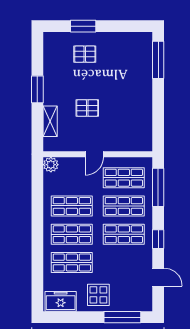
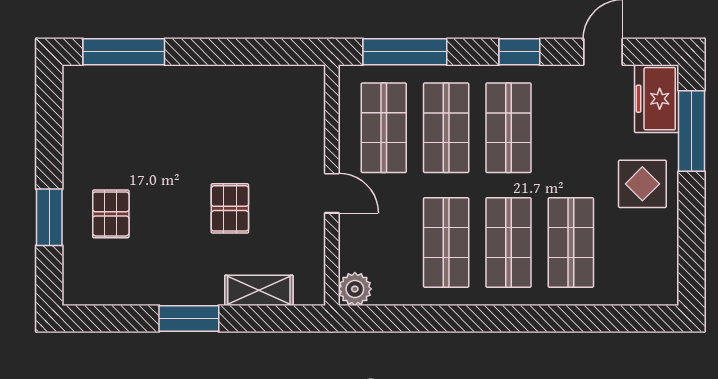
freezer: (61, 301) -> (657, 99), moved

